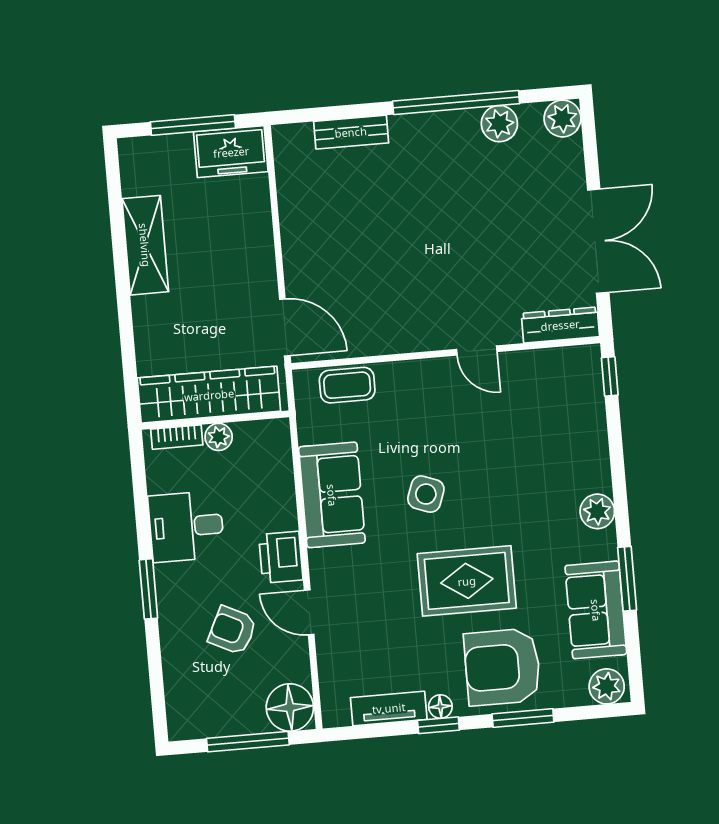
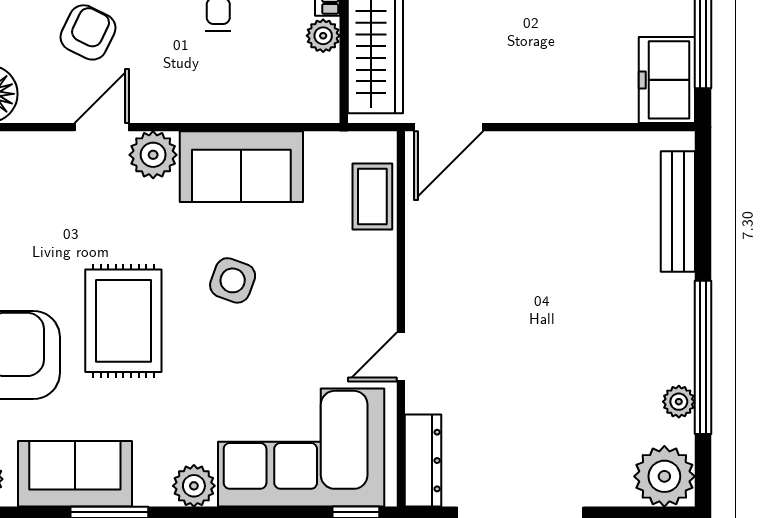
plant: (562, 118) -> (664, 476), width x1.36, depth x1.36
plant: (499, 124) -> (679, 402), width x0.73, depth x0.73
bench: (351, 132) -> (678, 211), width x1.36
corner sofa: (558, 426) -> (301, 448), added
printer: (281, 557) -> (171, 98), removed
plant: (328, 568) -> (153, 155), added

